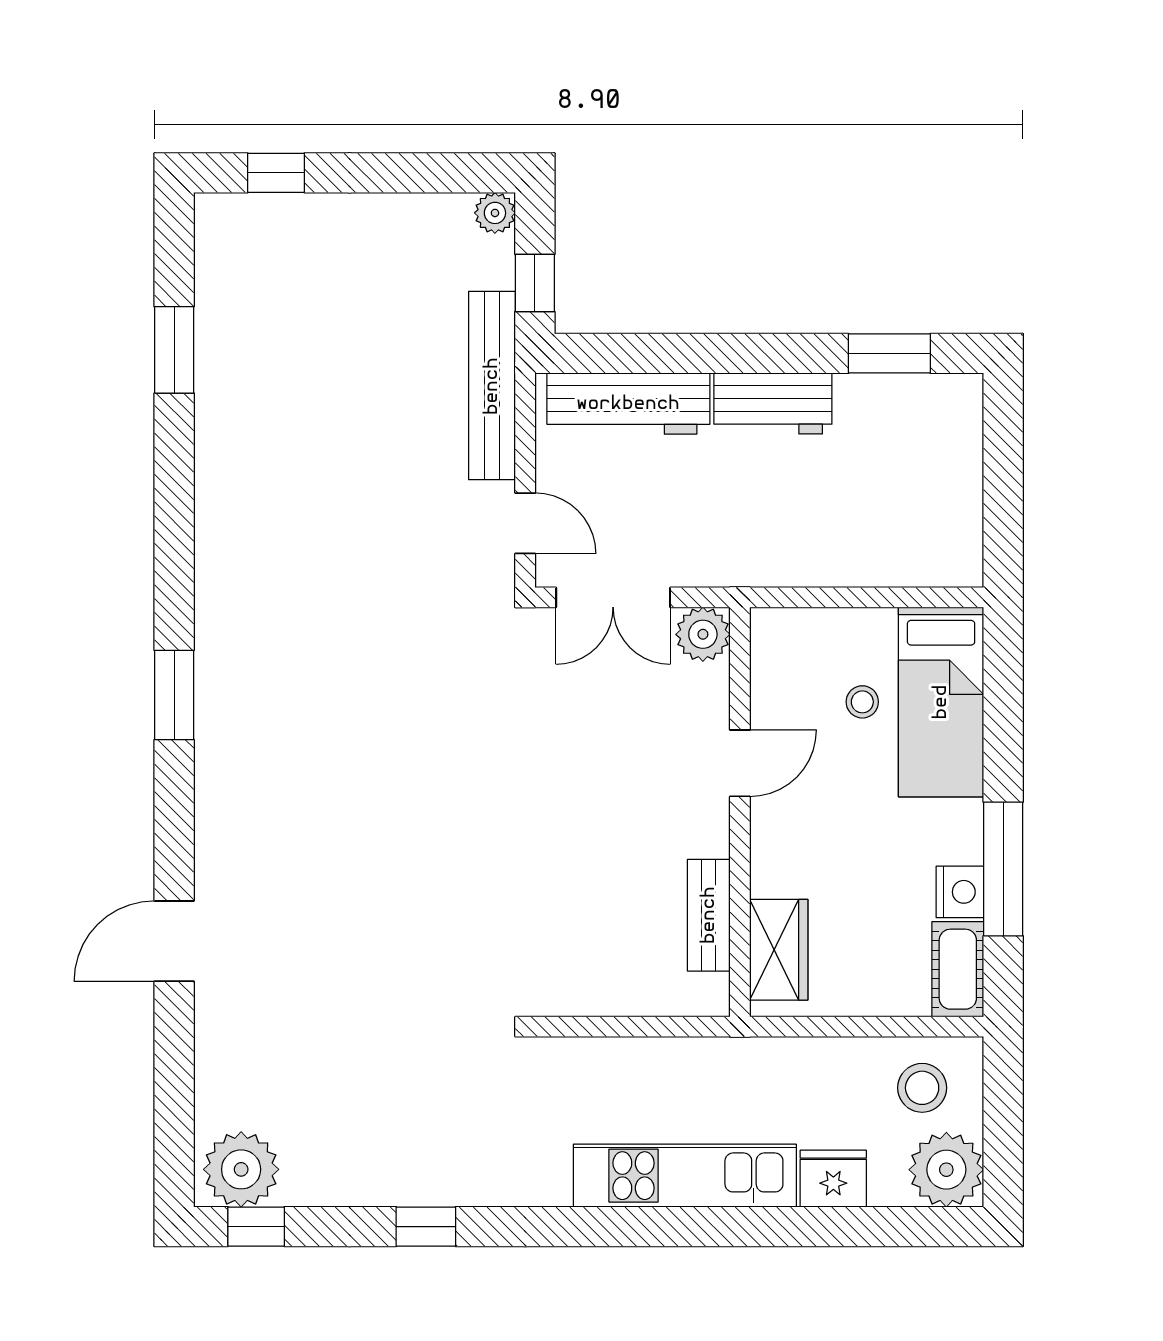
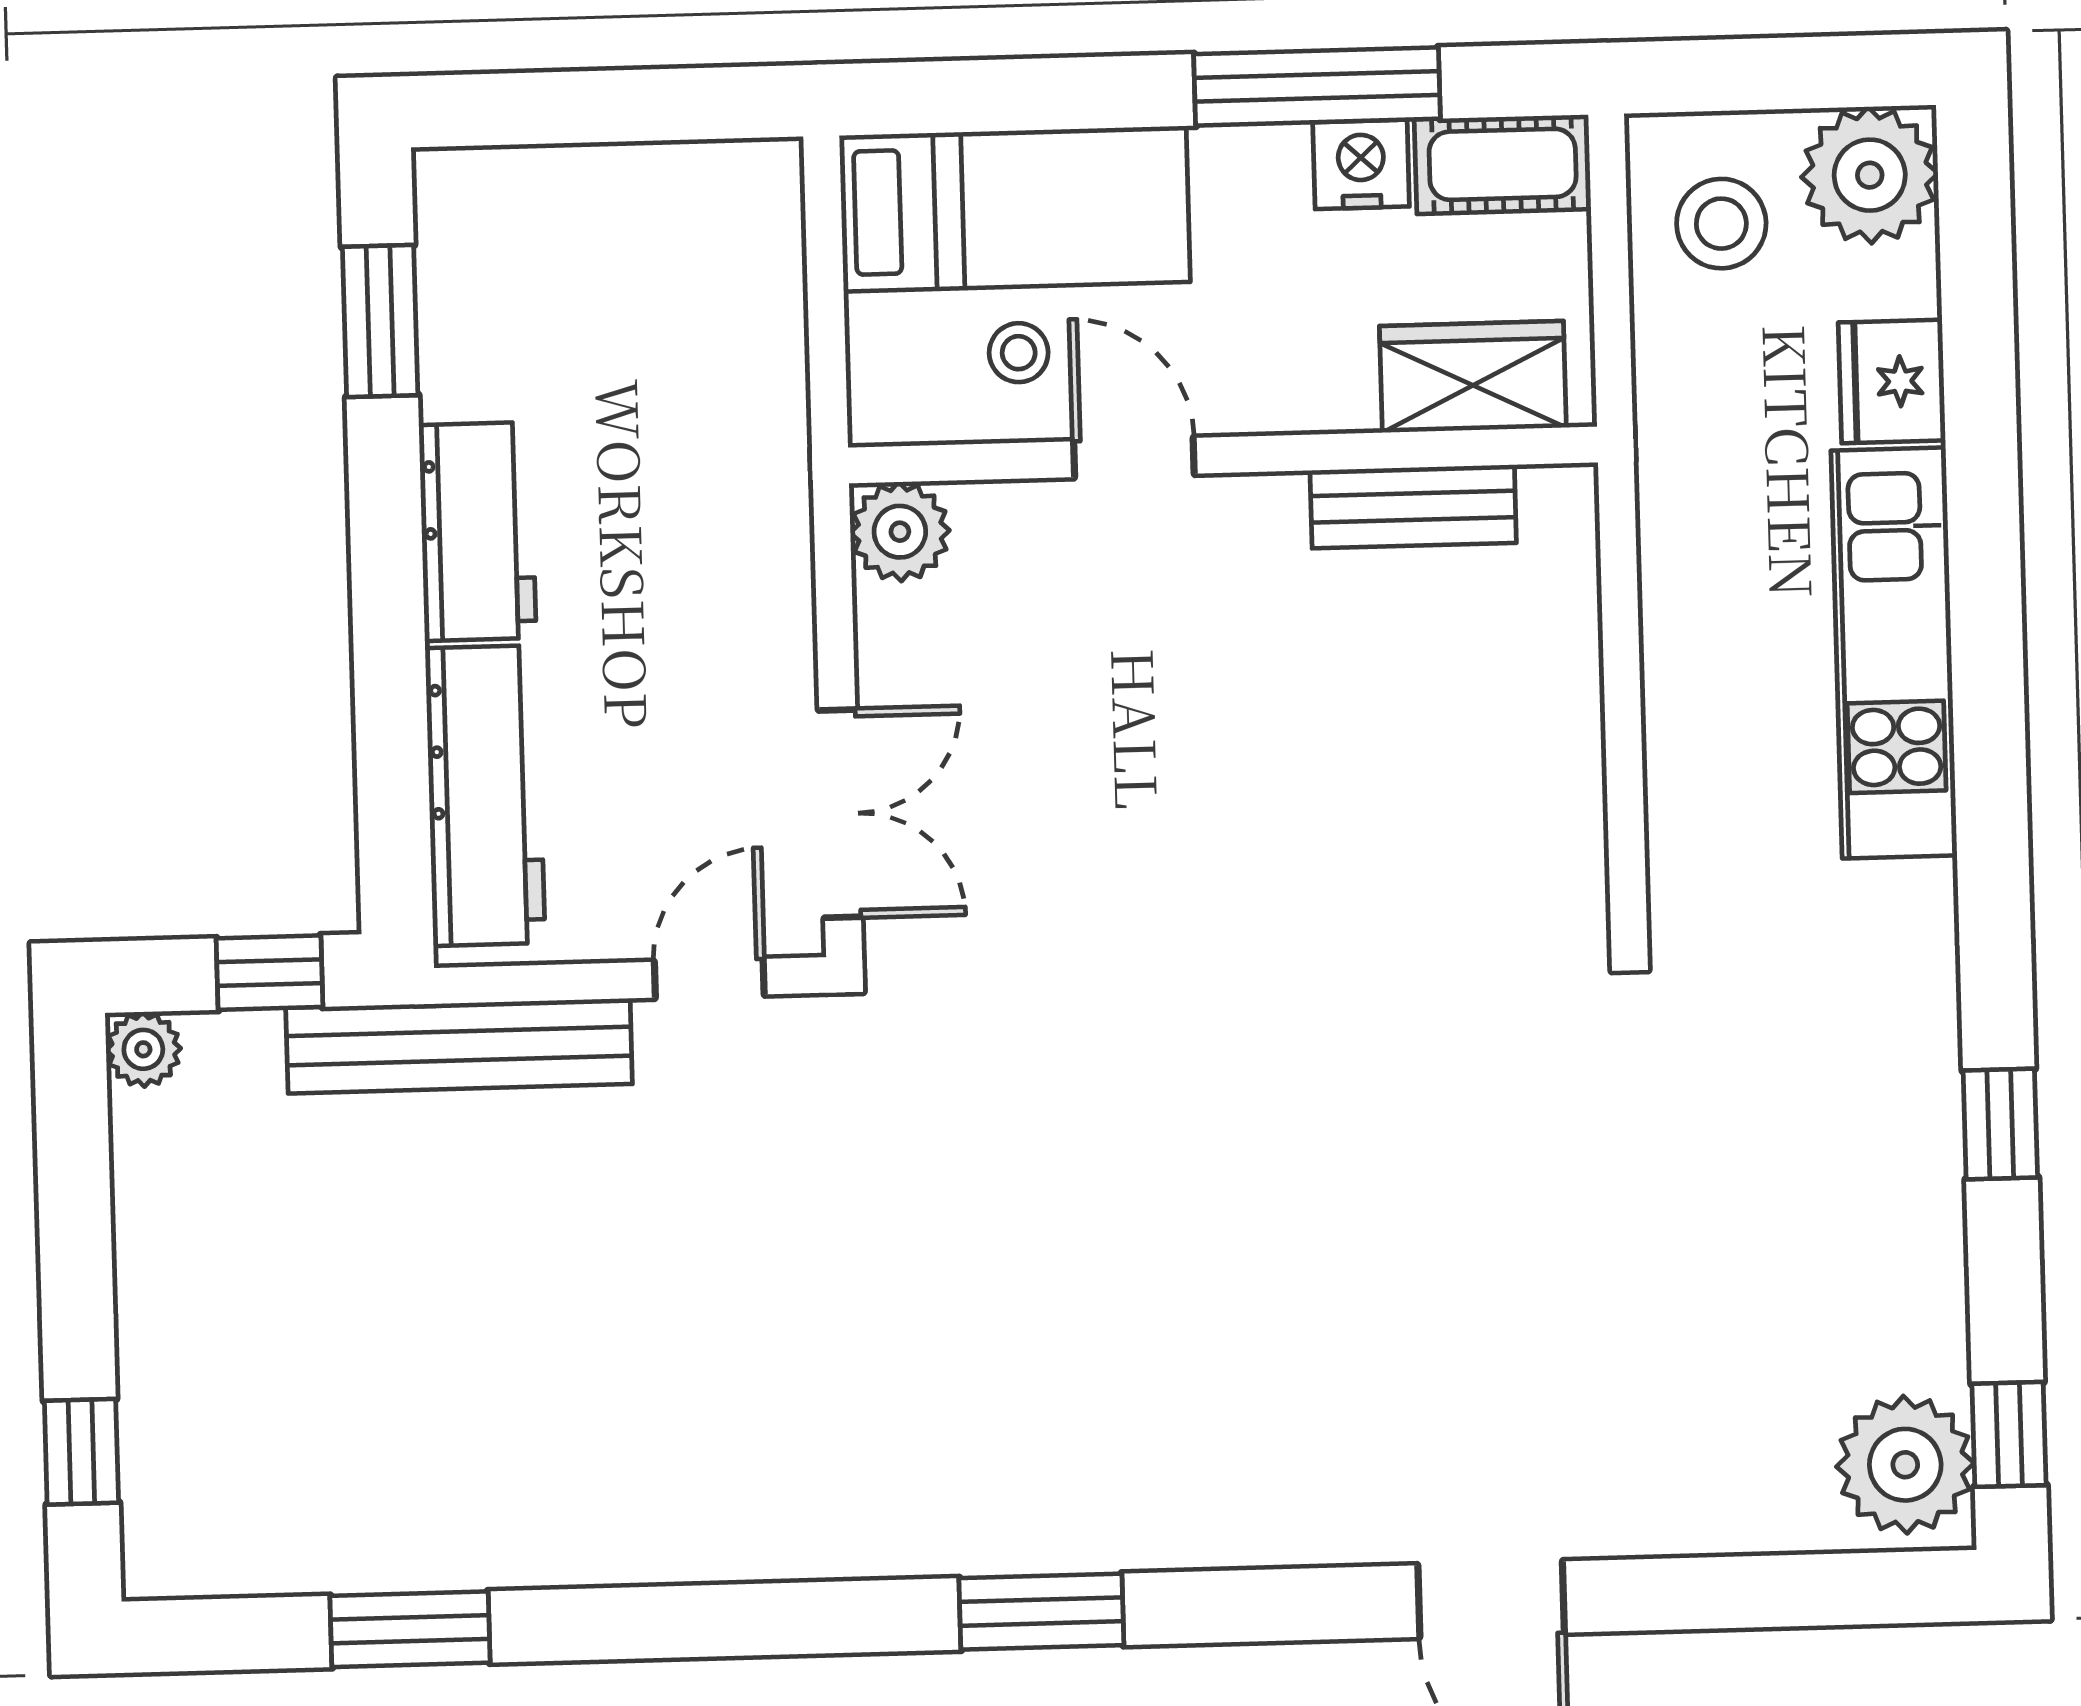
plant: (703, 634) -> (900, 532), moved
door: (740, 763) -> (1134, 458), moved
wall: (740, 812) -> (1223, 455), moved
bench: (709, 915) -> (1413, 507), moved
wardrobe: (779, 950) -> (1473, 377), moved

